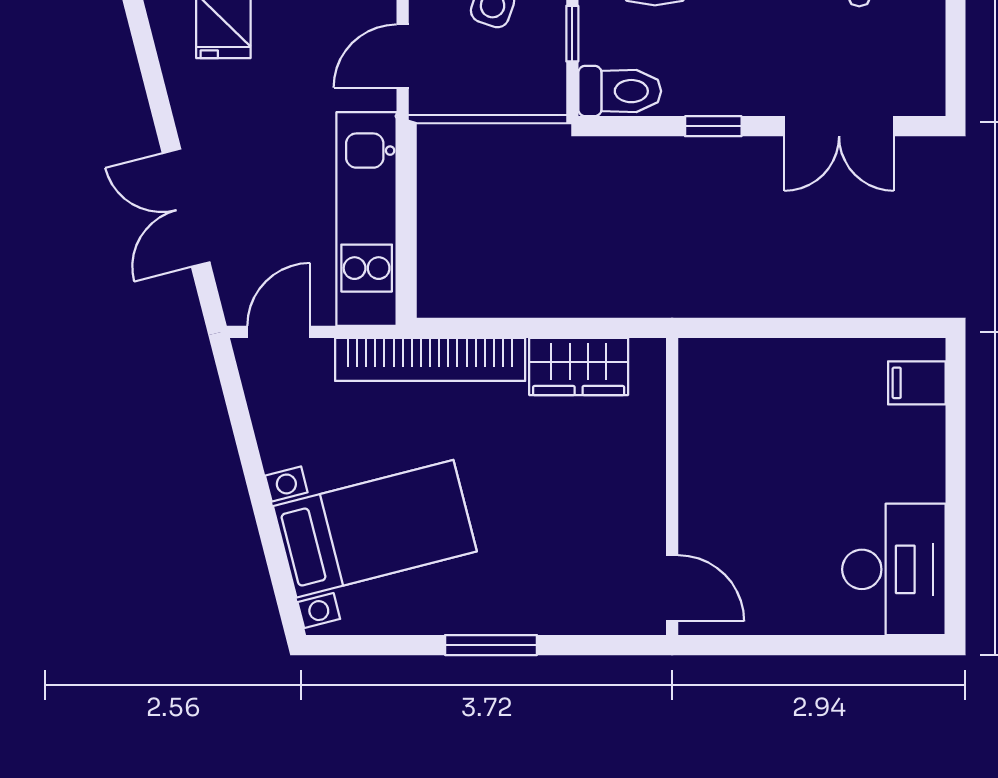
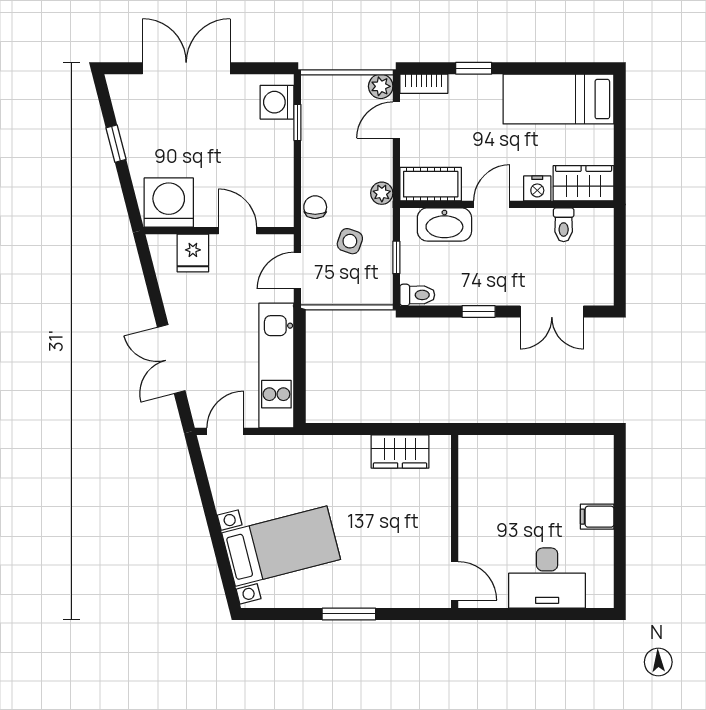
toilet: (620, 91) -> (417, 295), width x0.73, depth x0.72
bookcase: (430, 359) -> (313, 447), removed
filing cabinet: (917, 383) -> (597, 517), moved
desk: (894, 569) -> (547, 578), moved, turned 90

